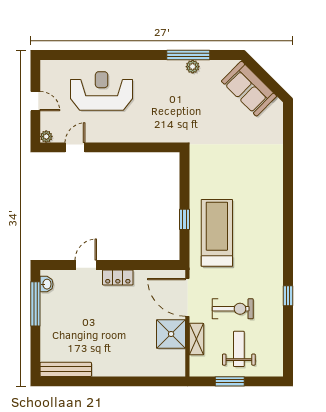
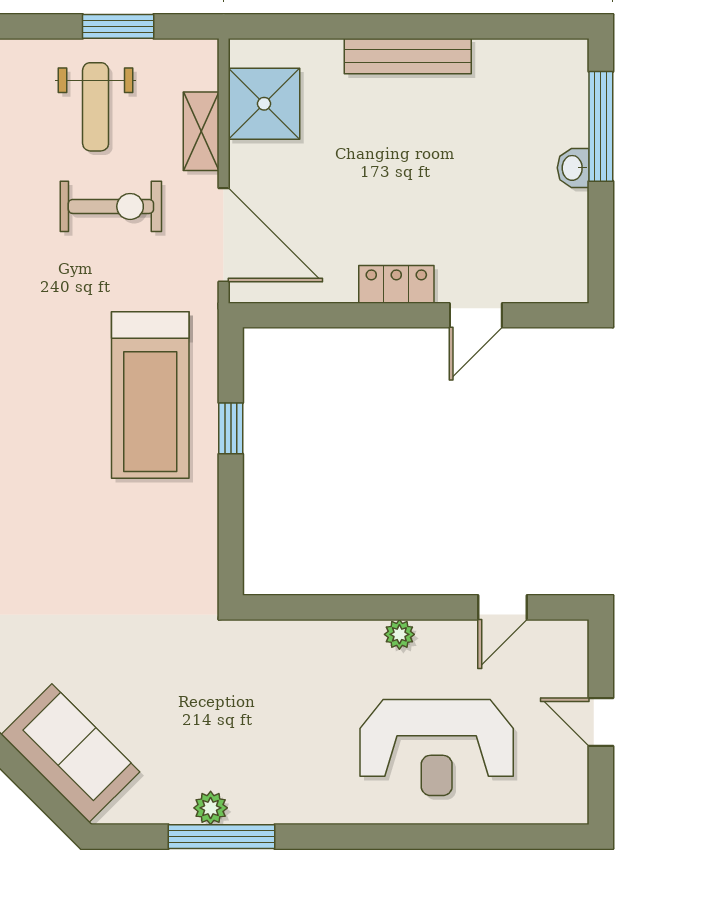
plant: (46, 137) -> (399, 634), moved
washbasin: (47, 284) -> (573, 168), moved
window: (35, 304) -> (601, 126), moved
exercise bike: (233, 309) -> (111, 206), turned 180
shower: (171, 334) -> (264, 104), moved
bench: (66, 369) -> (408, 56), moved

